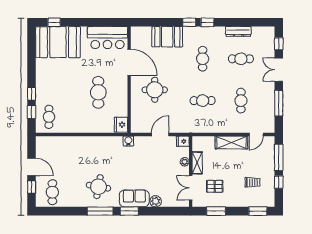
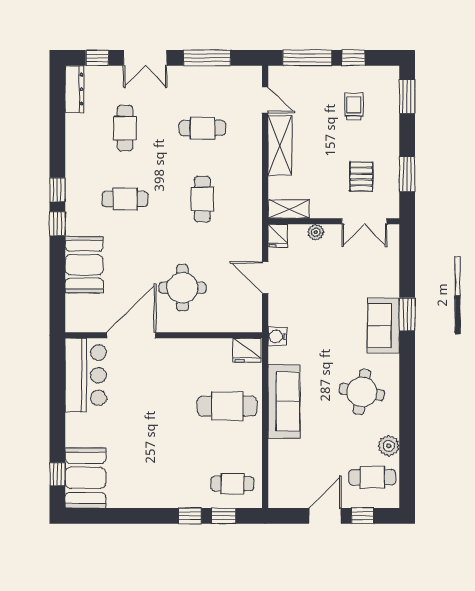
dresser: (238, 31) -> (74, 89), moved
booth: (58, 42) -> (85, 478), width x0.73, depth x0.70
cafe table: (98, 92) -> (227, 406), moved
sofa: (93, 145) -> (284, 401), added
shelving: (197, 163) -> (289, 209), moved
plant: (156, 201) -> (389, 446), moved
window: (100, 211) -> (407, 389), removed
window: (129, 211) -> (407, 314), moved

